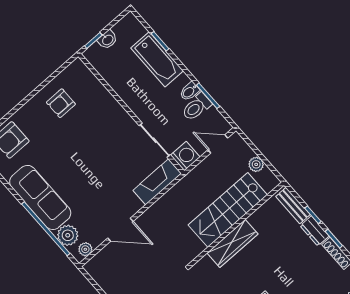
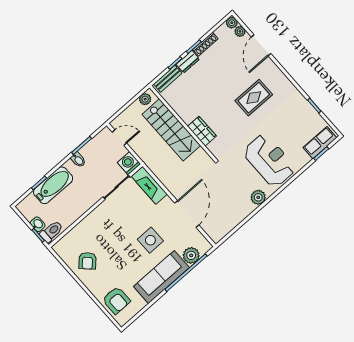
armchair: (61, 103) -> (87, 261), turned 44
toilet: (197, 107) -> (52, 231), moved, turned -90
door: (218, 144) -> (119, 138), swing flipped
plant: (256, 164) -> (145, 99), moved
side table: (87, 183) -> (150, 240), added
door: (120, 230) -> (187, 214), width x1.36
wardrobe: (232, 244) -> (202, 131), width x0.67
plant: (85, 249) -> (202, 242), removed

